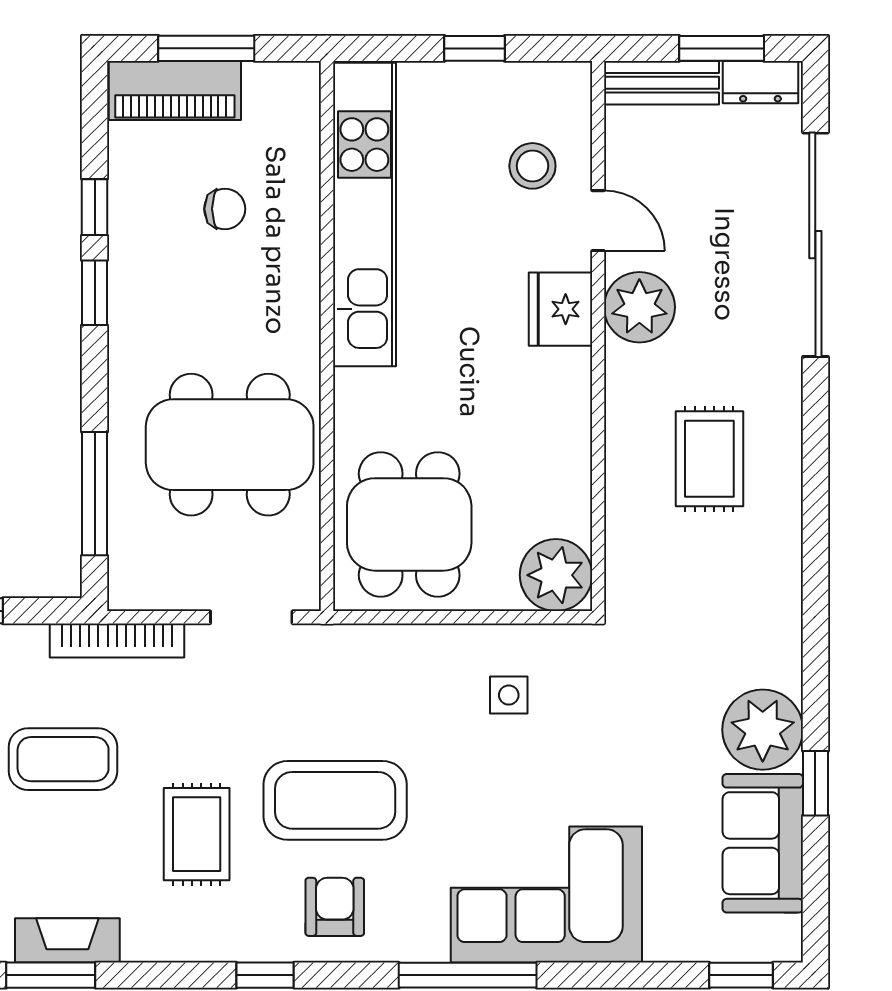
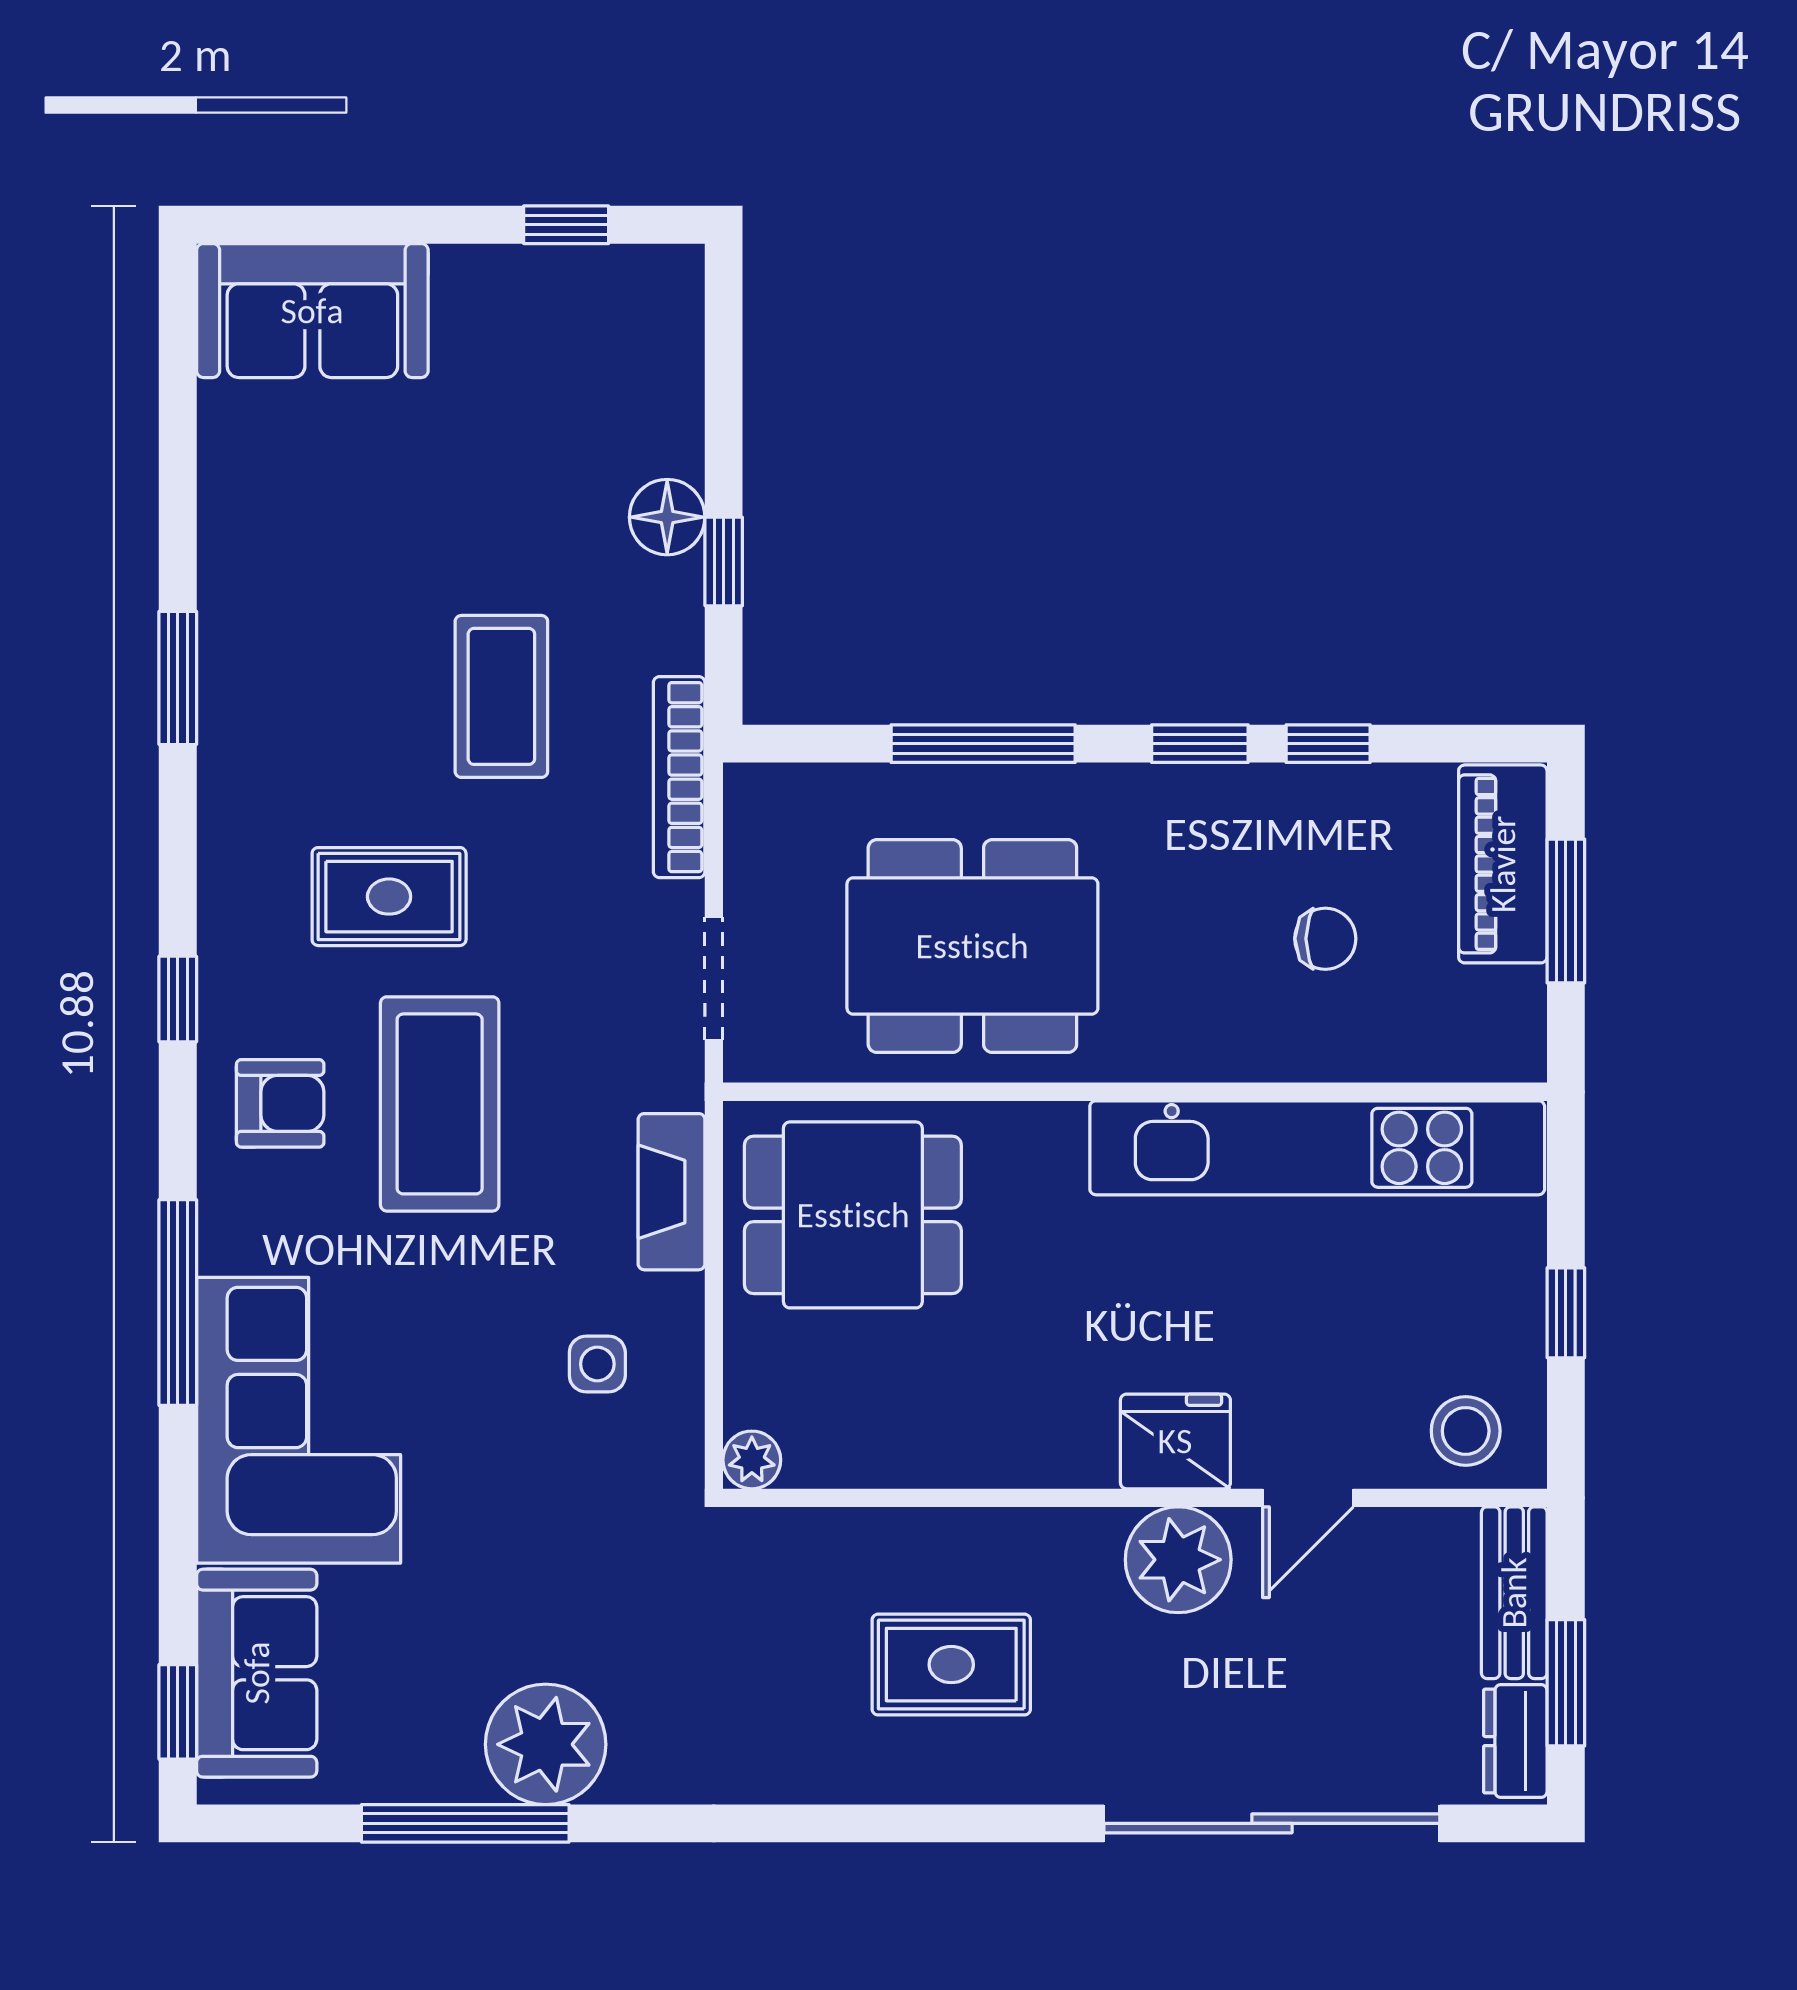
stool: (532, 166) -> (1466, 1431), moved
chair: (225, 209) -> (1325, 939), turned -90
dining table: (230, 445) -> (972, 946), turned 90
window: (95, 494) -> (983, 744), moved
plant: (556, 575) -> (752, 1460), width x0.53, depth x0.53
window: (815, 783) -> (465, 1823), width x2.17
sofa: (763, 843) -> (257, 1673), moved, turned 90
fireplace: (67, 940) -> (672, 1192), moved, turned 180

